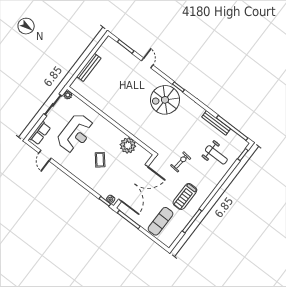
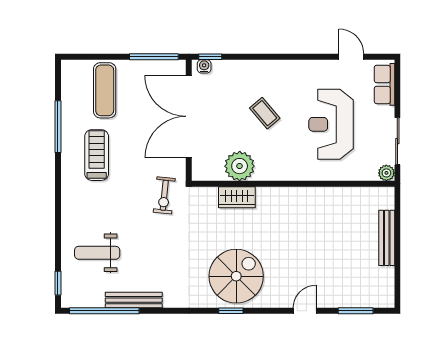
door: (147, 63) -> (305, 311), swing flipped
wardrobe: (139, 133) -> (237, 197), added
exercise bike: (181, 162) -> (164, 195), moved

